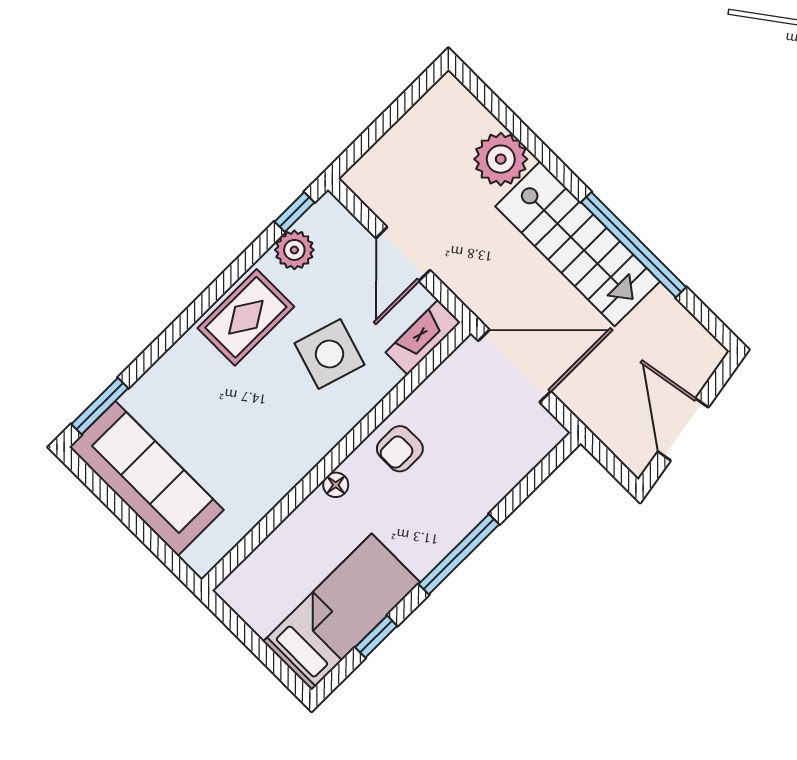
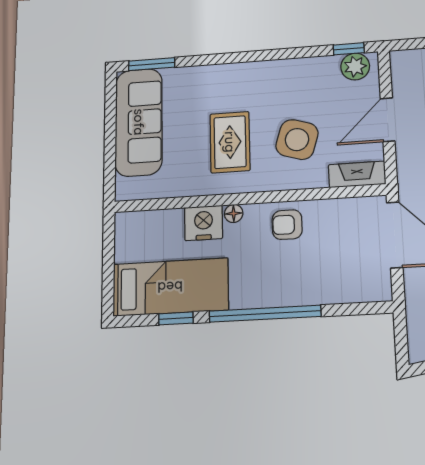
plant: (294, 250) -> (355, 67), moved
rug: (246, 317) -> (230, 142), moved, turned 90
nightstand: (314, 521) -> (204, 223), added
window: (459, 554) -> (265, 314), width x1.46

